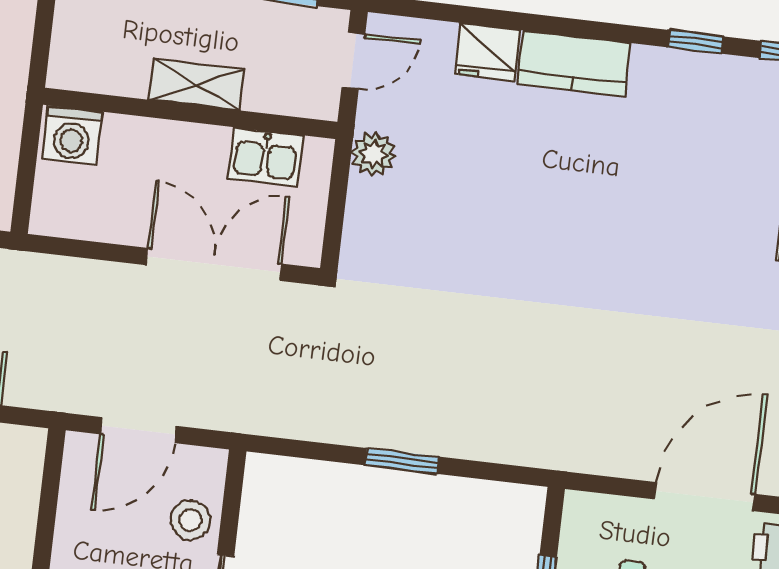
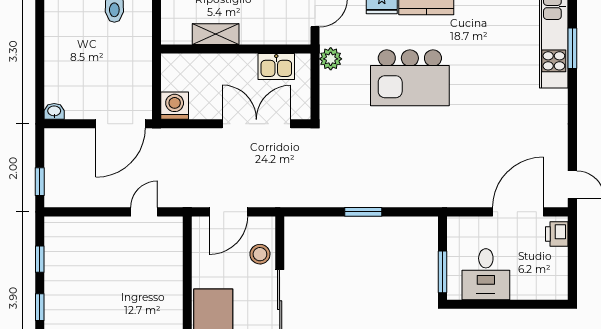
shelving: (197, 85) -> (216, 34), moved
washing machine: (72, 135) -> (175, 106), moved, turned 180
kitchen island: (524, 210) -> (410, 78), added

